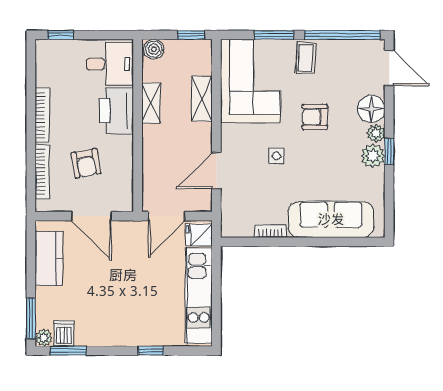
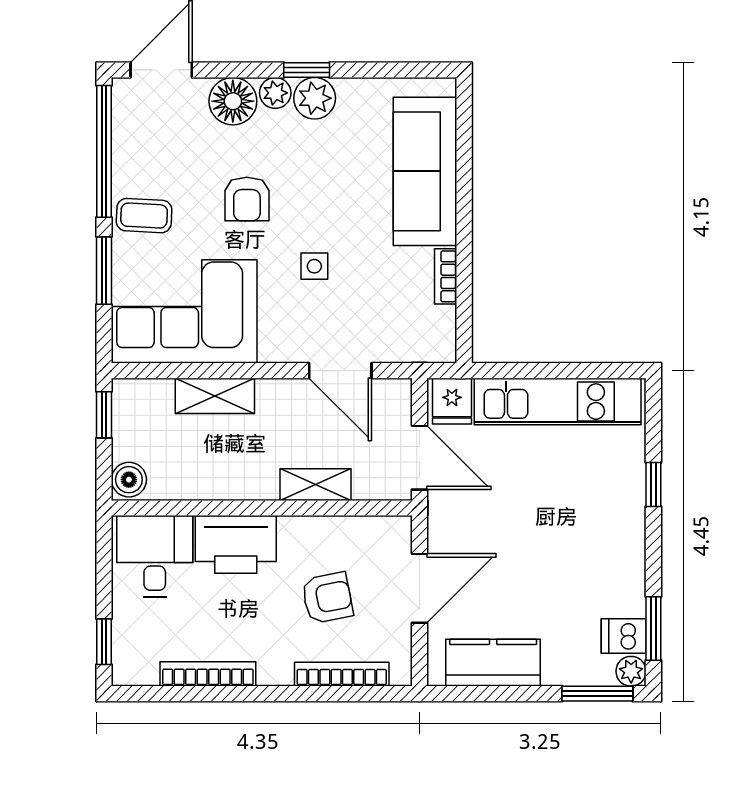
shelving: (151, 103) -> (316, 485), moved
bookcase: (42, 115) -> (208, 674), moved

